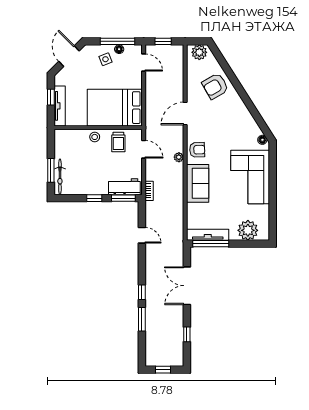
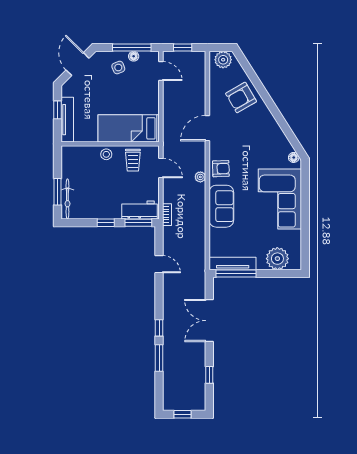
bed: (115, 108) -> (129, 128), width x0.67

